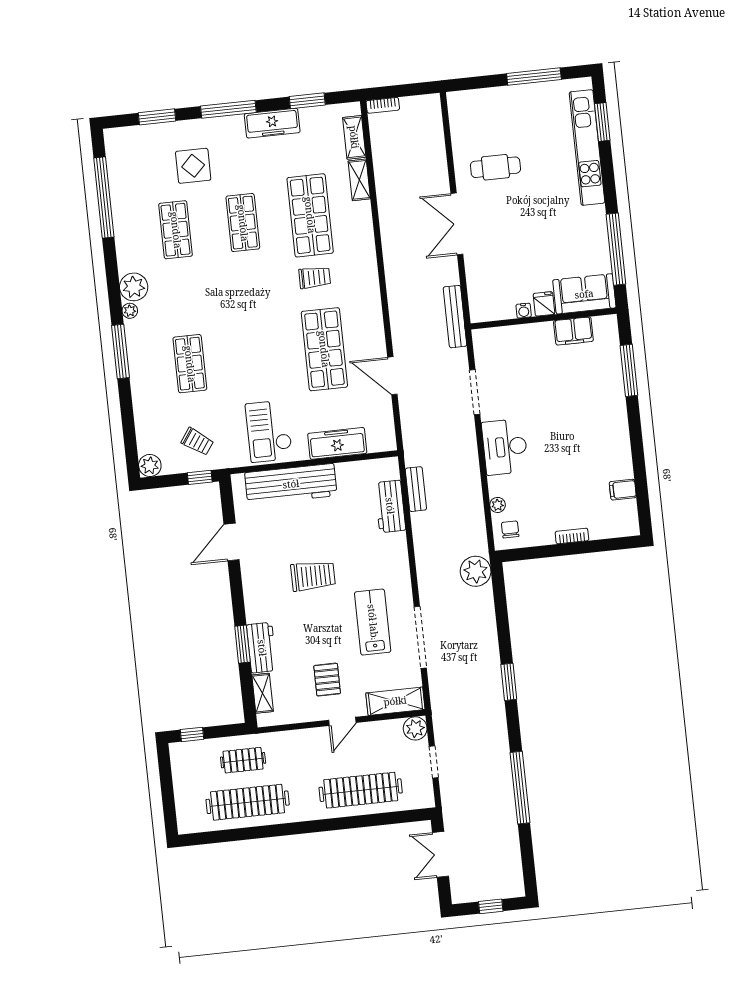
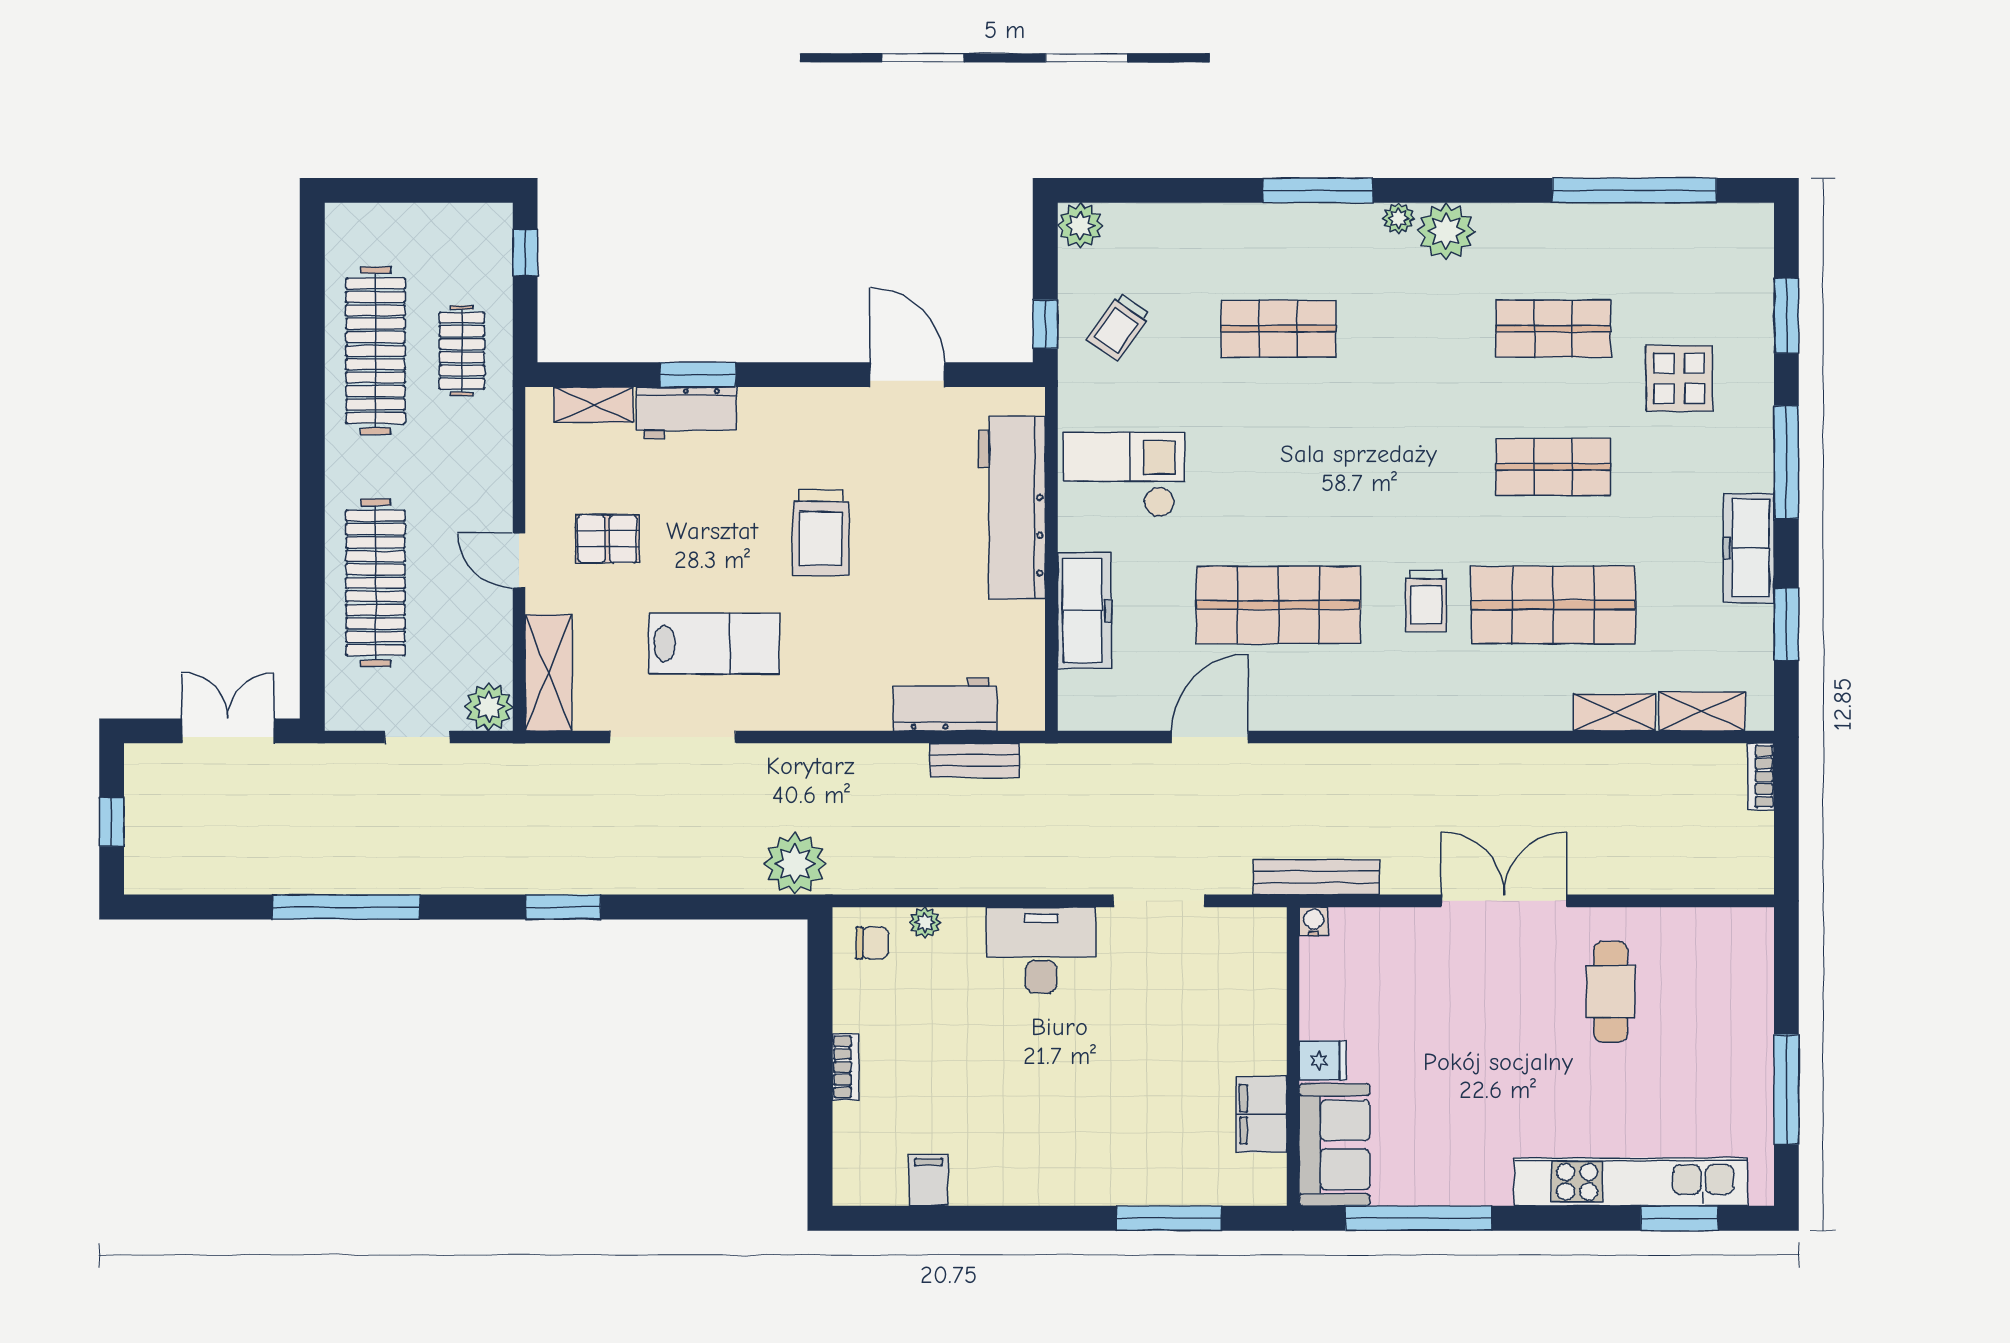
water cooler: (524, 311) -> (1314, 921), moved, turned 90

